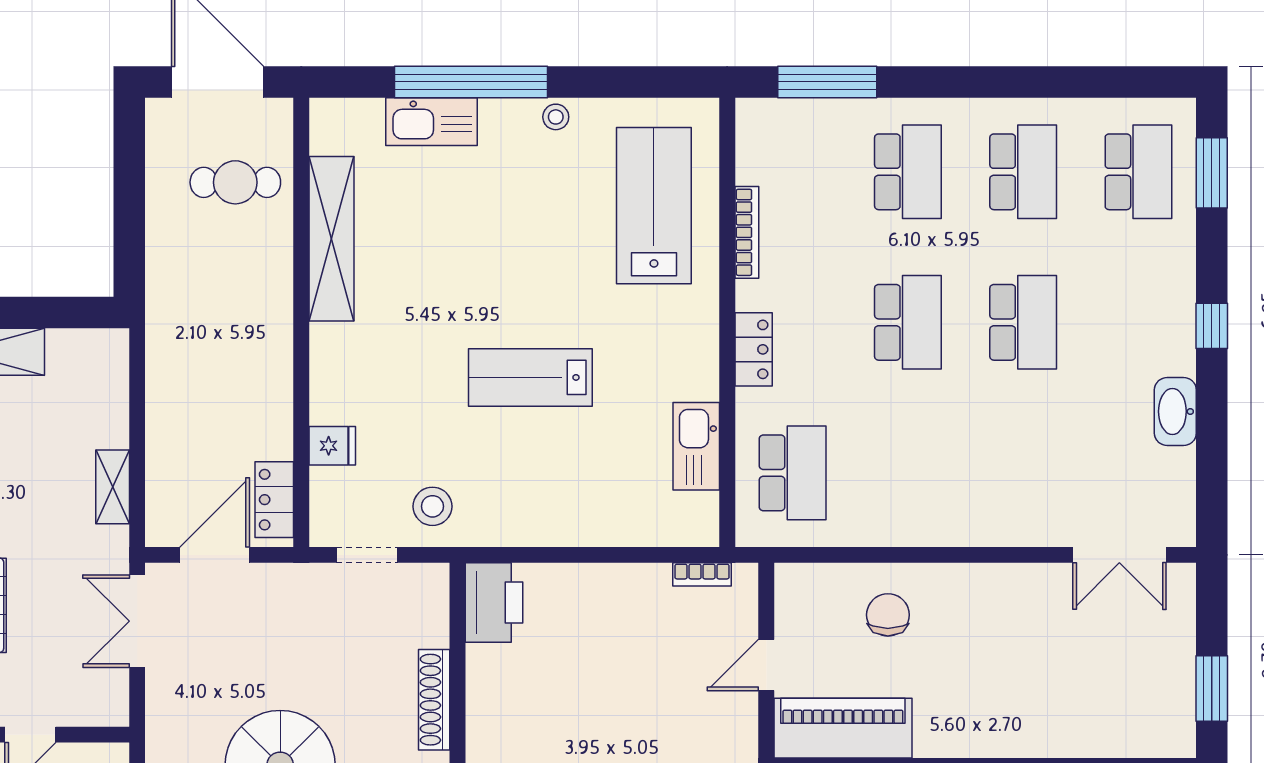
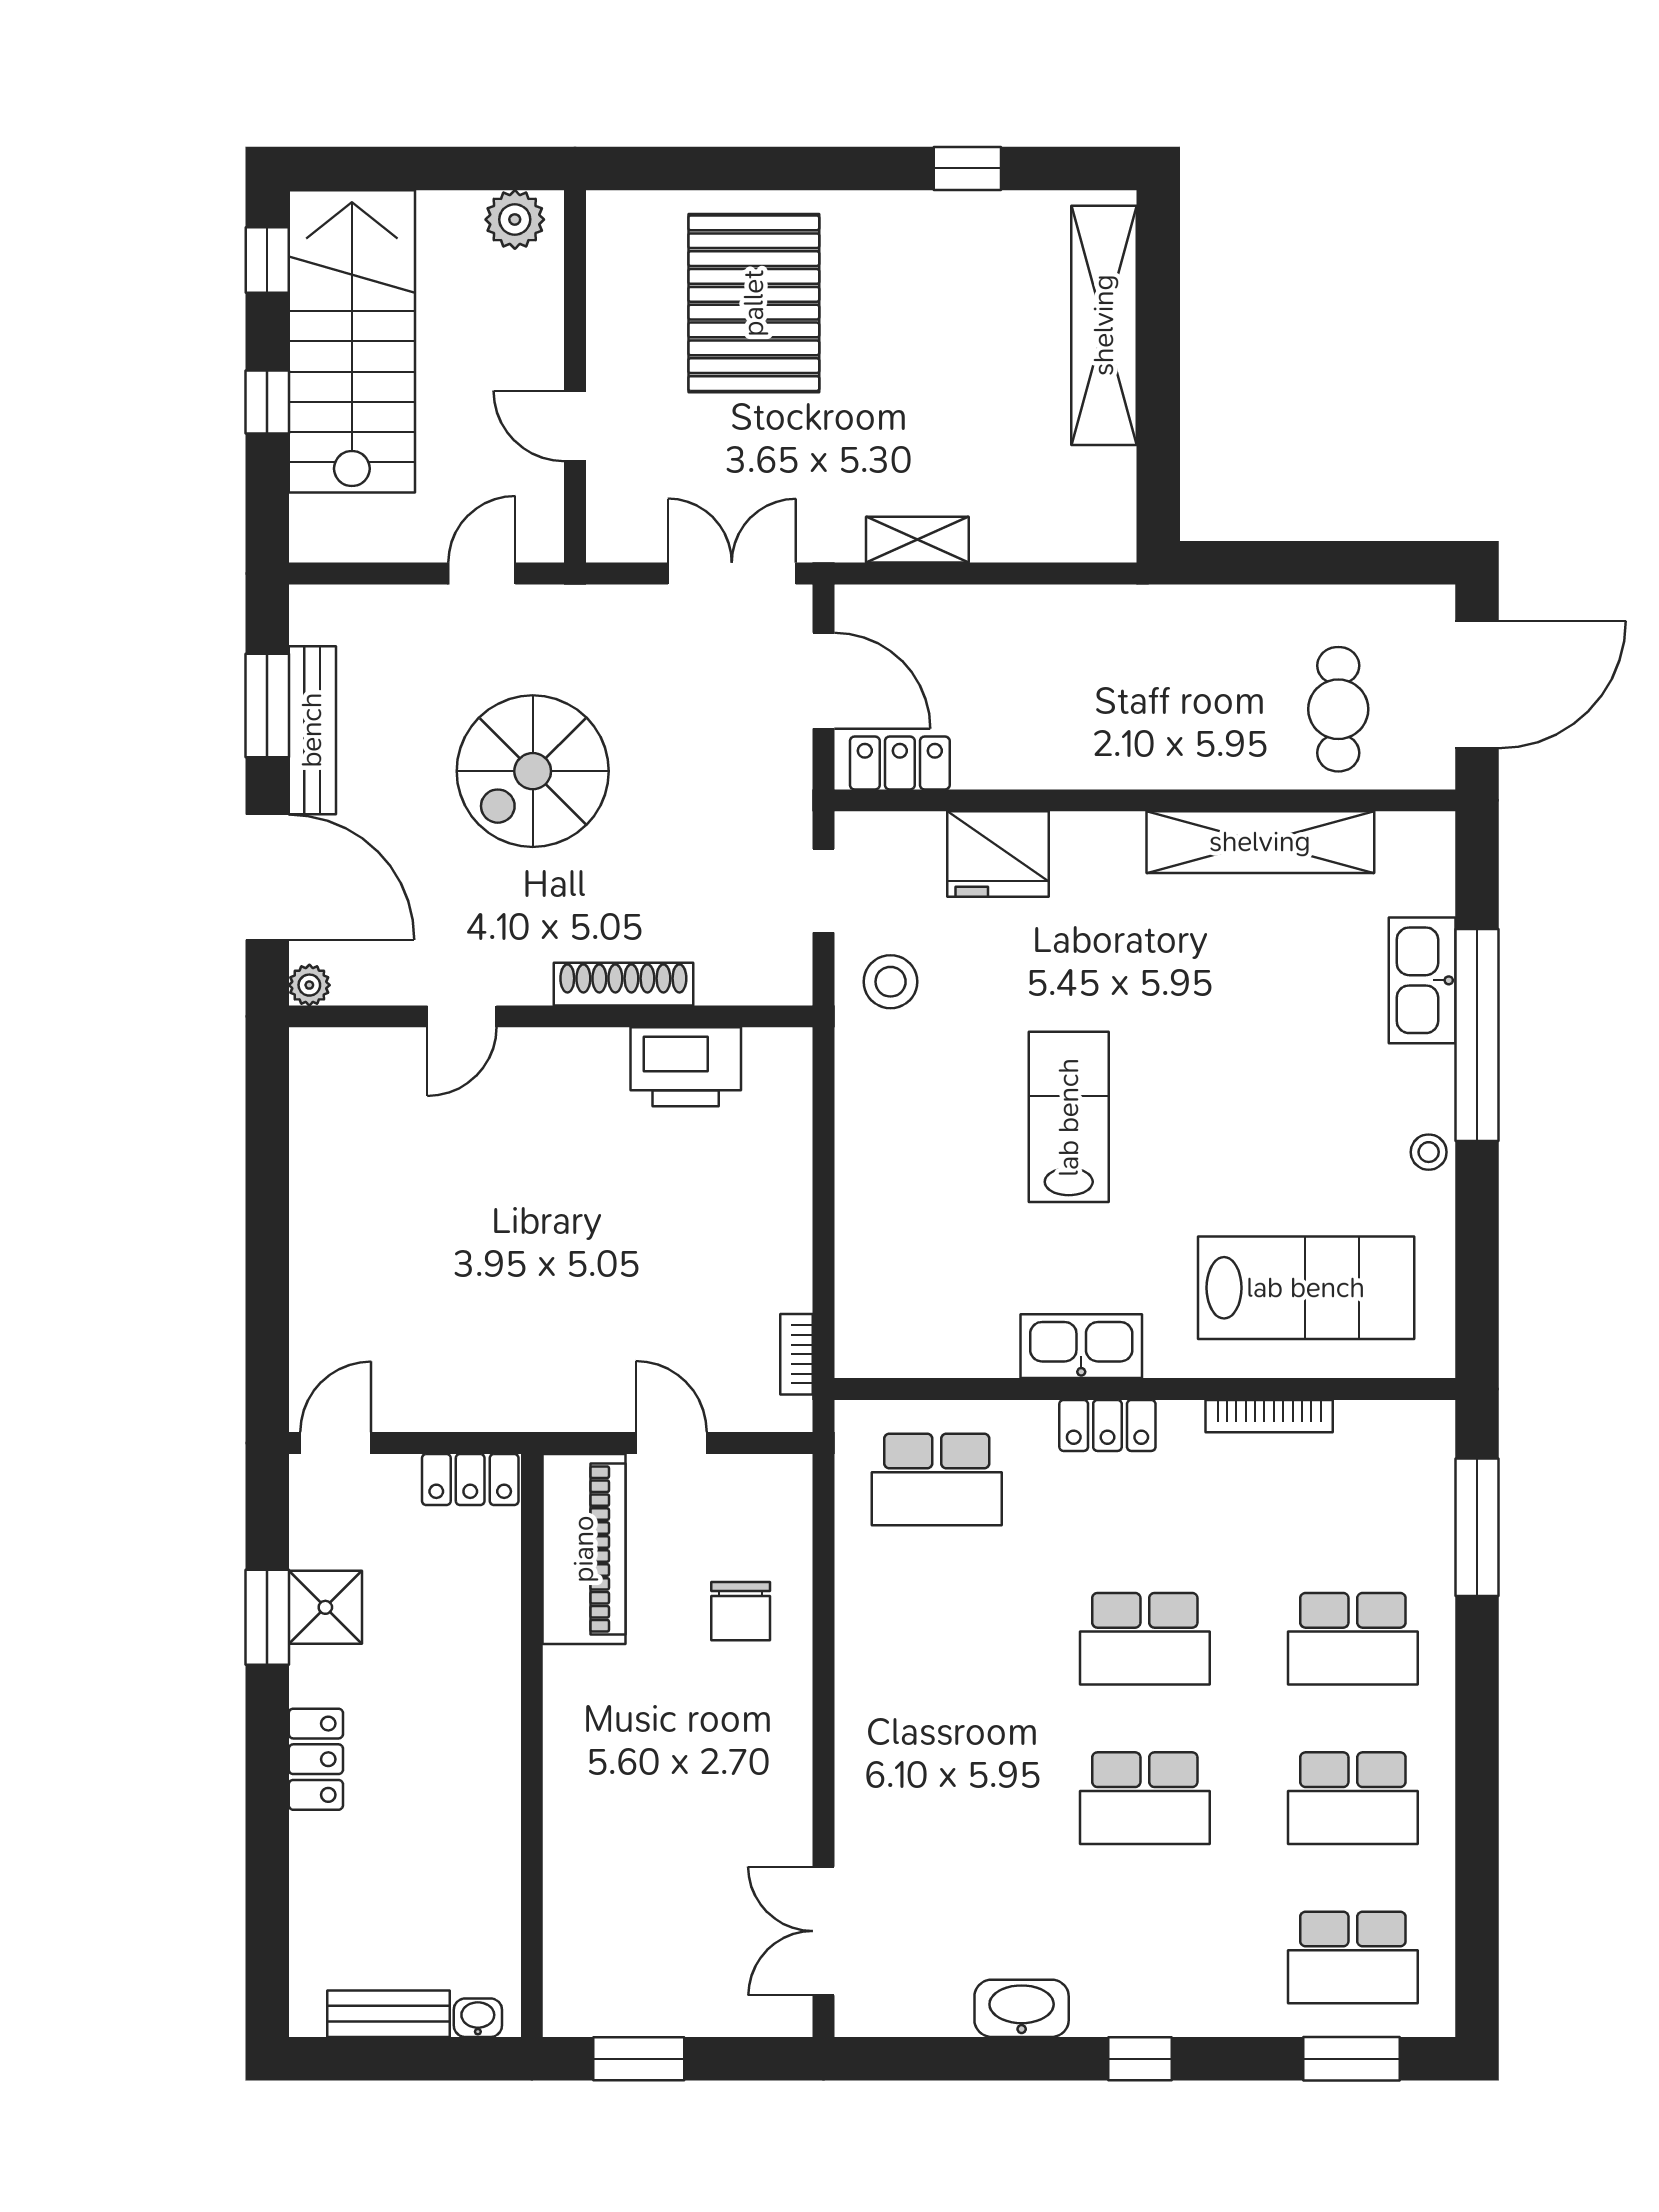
fridge: (332, 446) -> (998, 854), width x1.88, depth x1.34
kitchen sink: (696, 446) -> (1081, 1346), moved
printer: (494, 603) -> (686, 1067), moved
chair: (888, 615) -> (741, 1611), turned 90

